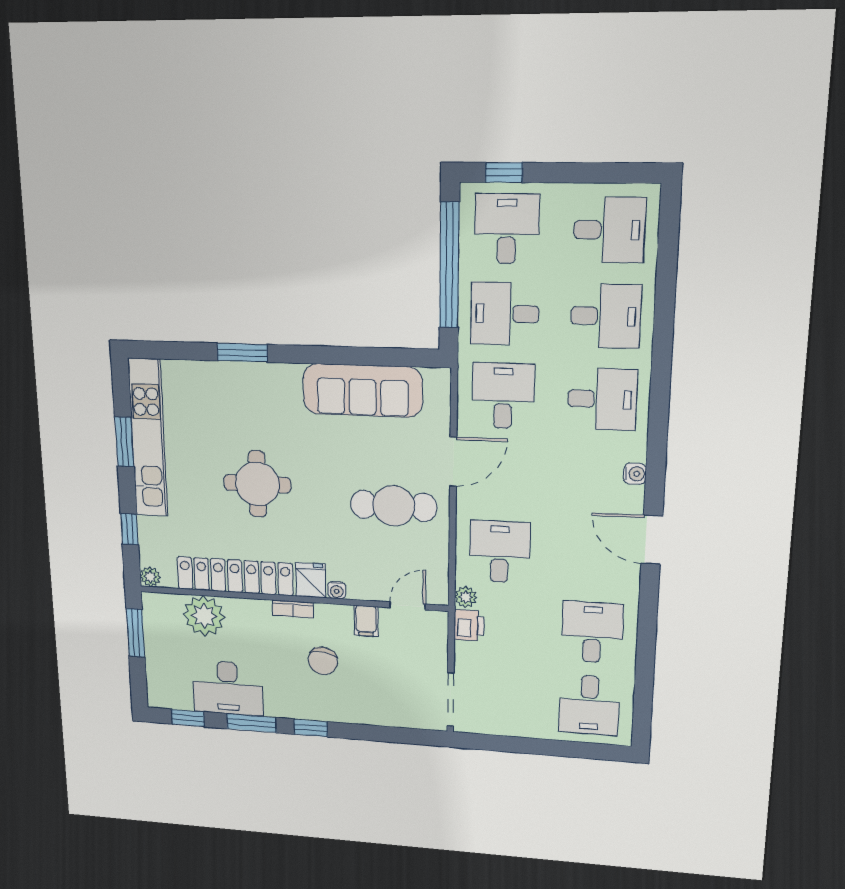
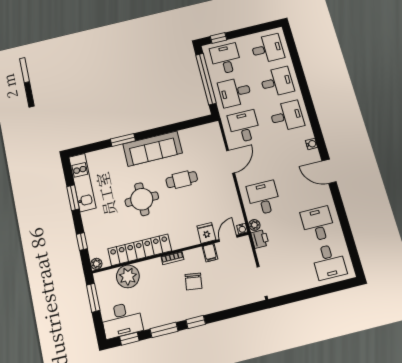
sofa: (363, 390) -> (153, 149), moved
kitchen unit: (148, 438) -> (82, 182), width x0.73
cafe table: (394, 506) -> (182, 180), moved, width x0.73, depth x0.74
fridge: (311, 580) -> (206, 233), moved
water cooler: (337, 590) -> (242, 229), moved
desk: (228, 688) -> (122, 320), moved

